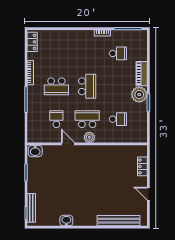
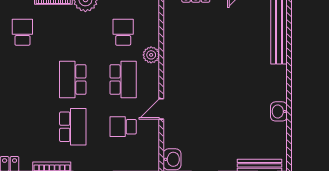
school desk: (87, 86) -> (73, 80), turned -90
school desk: (87, 119) -> (123, 80), turned 180
plant: (89, 137) -> (151, 55), moved

